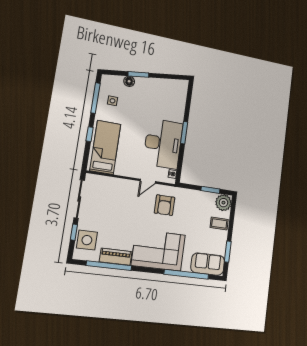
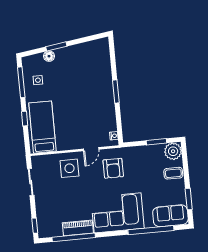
desk: (163, 144) -> (97, 108), removed
sliding door: (79, 199) -> (31, 182), width x0.73
window: (74, 232) -> (35, 226), moved
side table: (87, 240) -> (69, 168), moved

